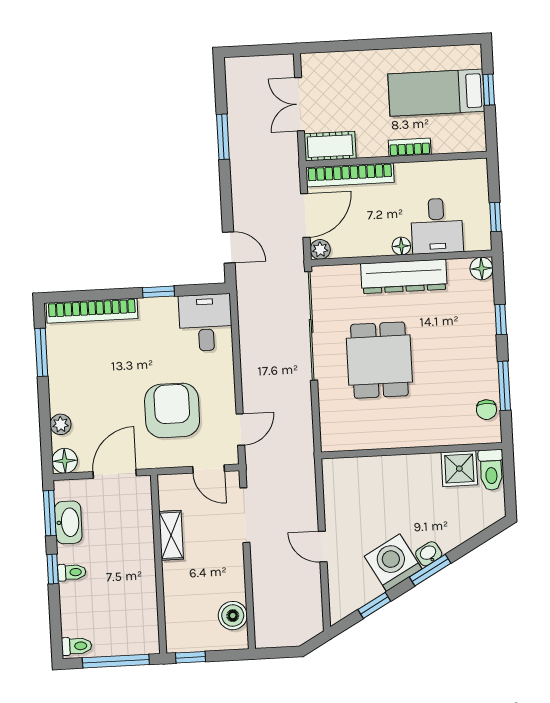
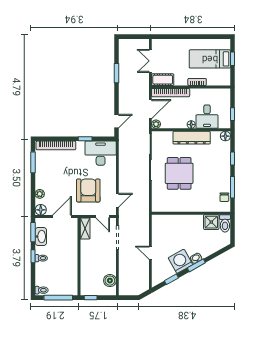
door: (229, 247) -> (117, 121), hinge flipped
desk: (206, 323) -> (101, 153), width x1.37
shelving: (171, 535) -> (85, 228), moved

